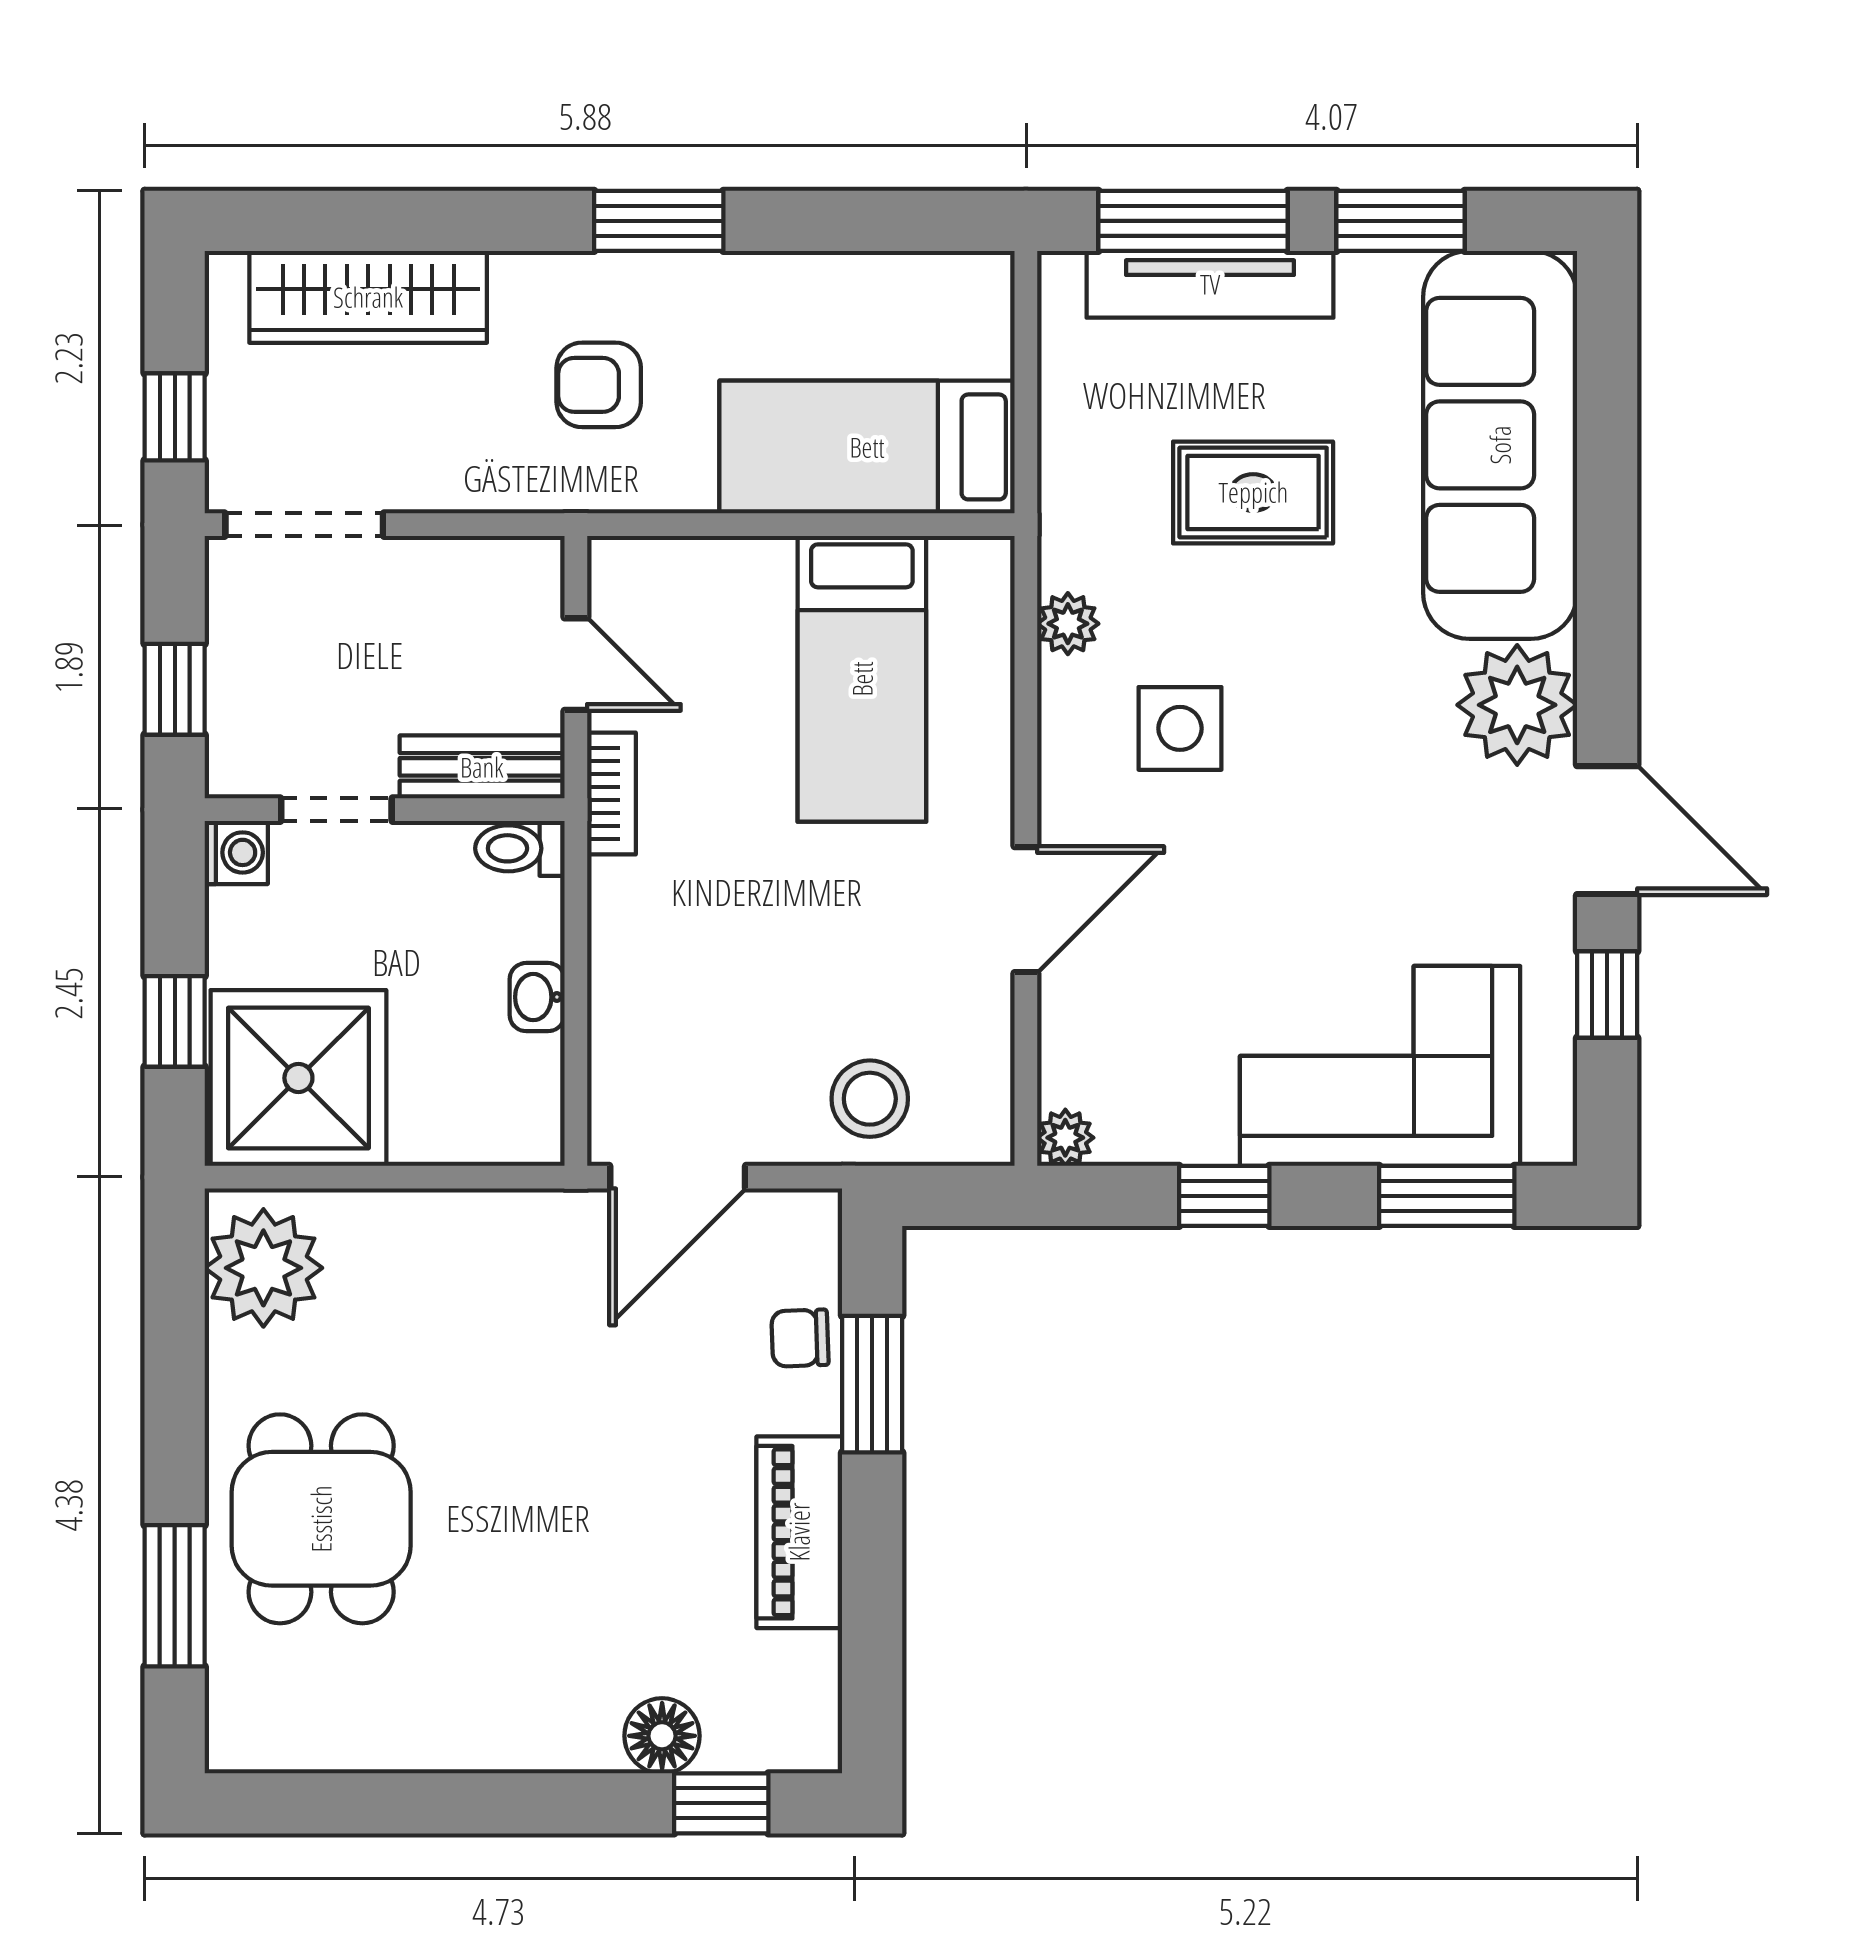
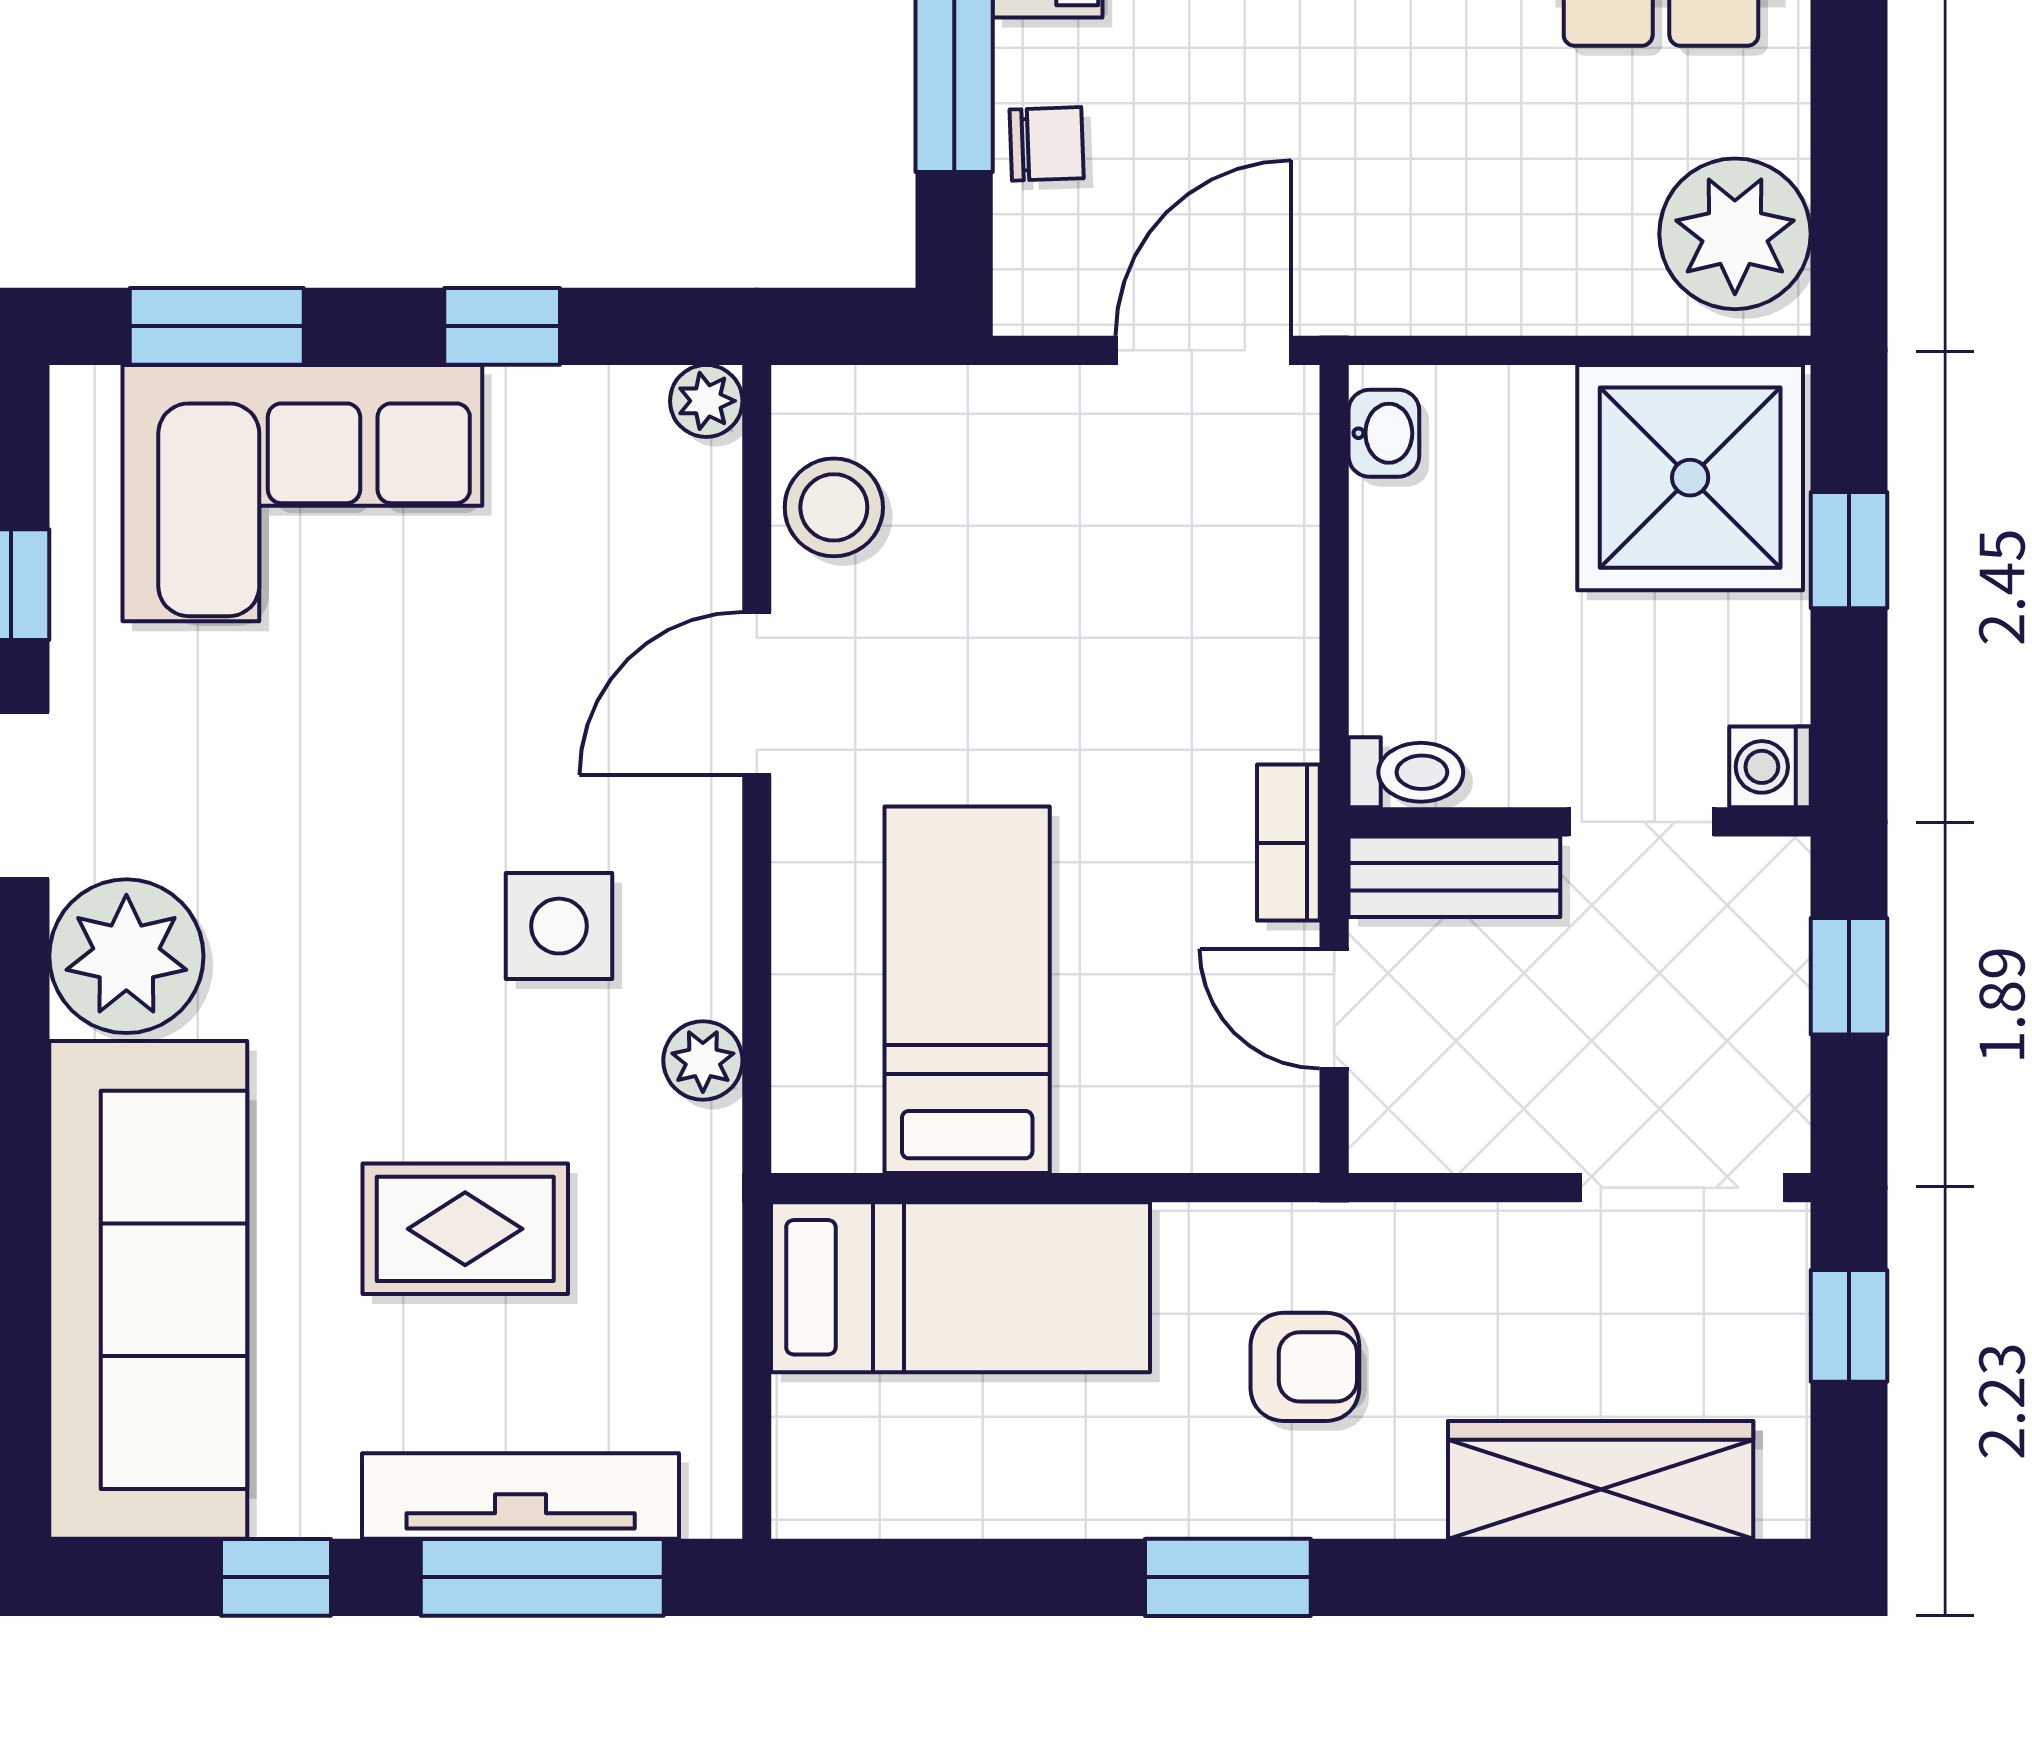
window: (1401, 221) -> (276, 1577), width x0.67
washbasin: (537, 997) -> (1384, 433), moved
stool: (870, 1099) -> (834, 507), moved

